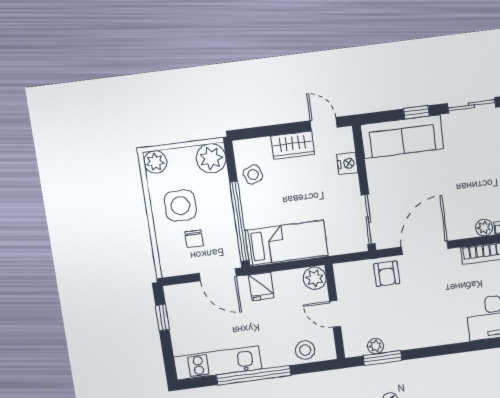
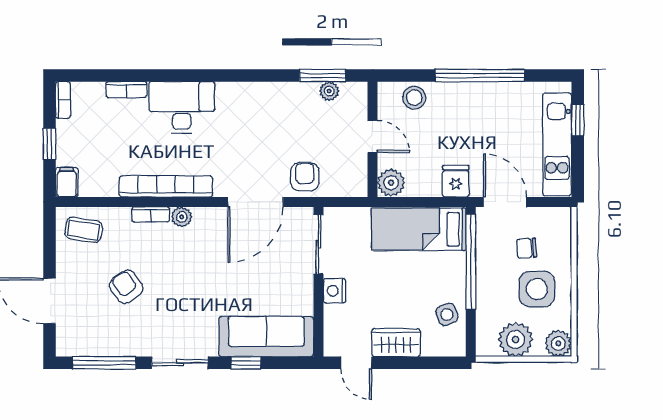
plant: (211, 158) -> (516, 339), moved
nightstand: (347, 163) -> (335, 291), moved
chair: (194, 239) -> (527, 248), turned -94
window: (162, 318) -> (578, 120), moved
kitchen unit: (218, 363) -> (557, 144), moved, turned 90

